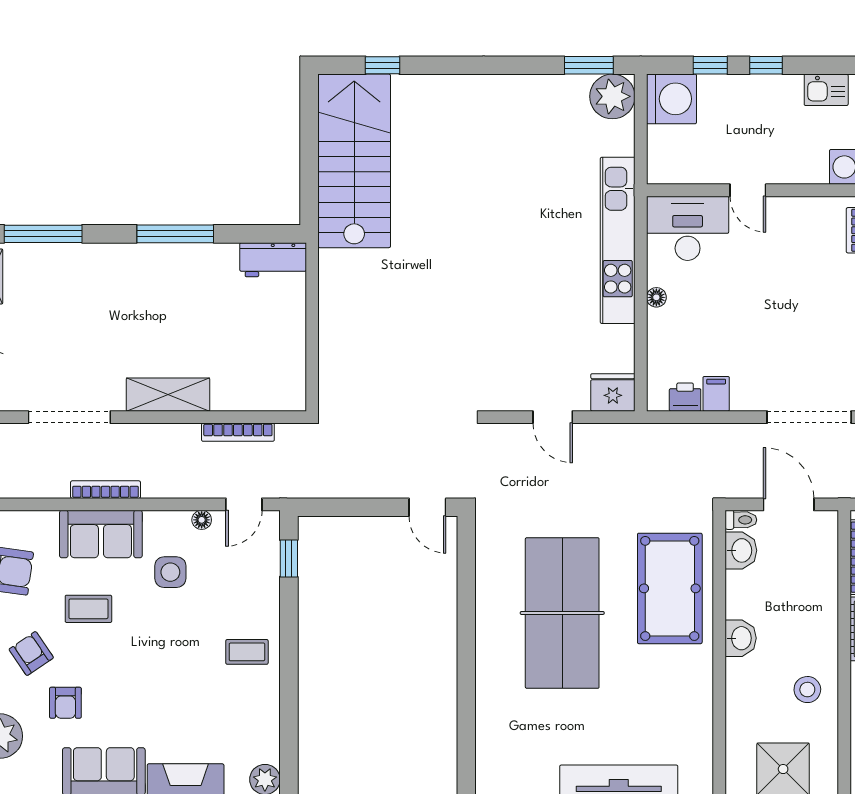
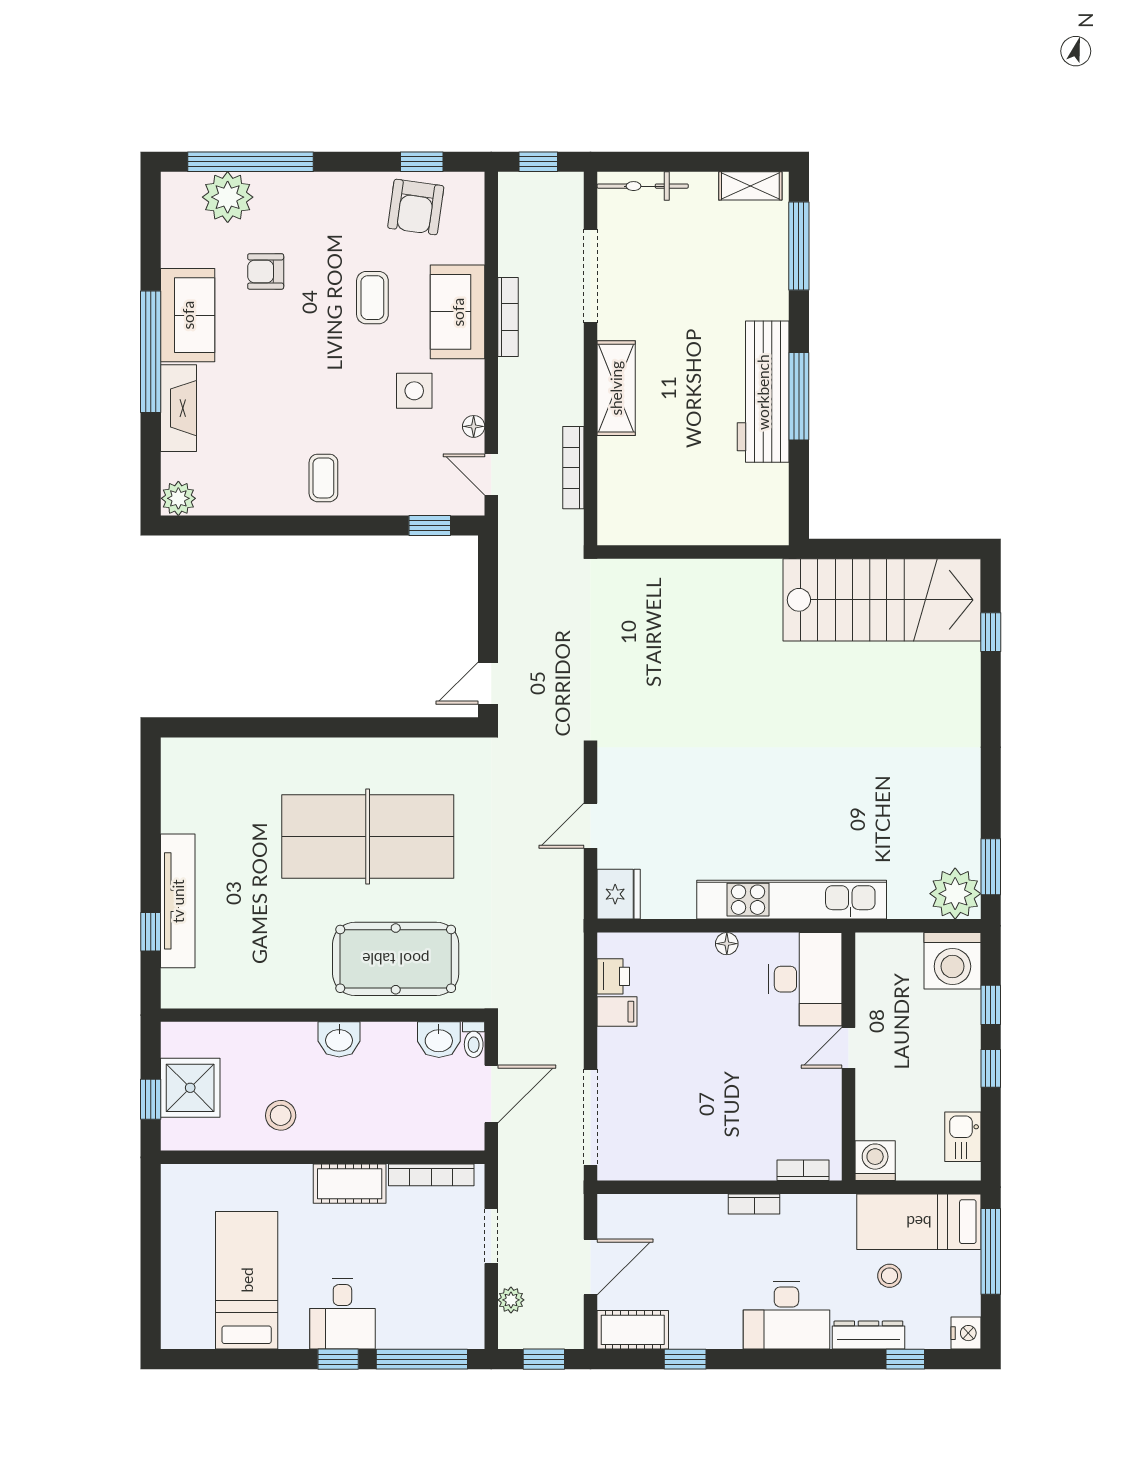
workbench: (273, 260) -> (763, 392), moved, width x1.88, depth x1.32
armchair: (31, 653) -> (322, 233), removed

